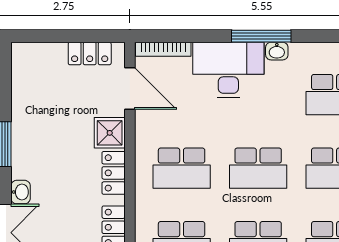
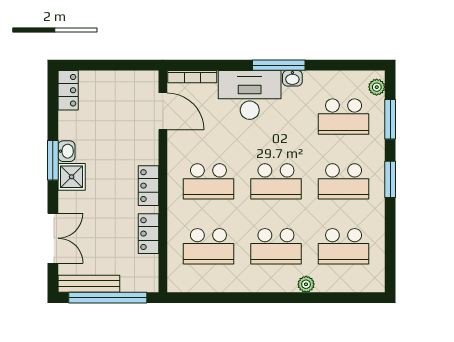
locker: (90, 54) -> (68, 90), moved, turned -90
shower: (110, 133) -> (72, 177), moved
washbasin: (21, 192) -> (66, 151), moved

